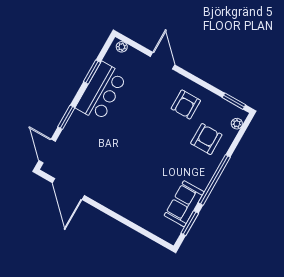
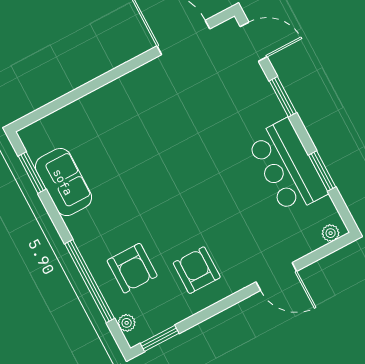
window: (214, 180) -> (90, 281), moved

